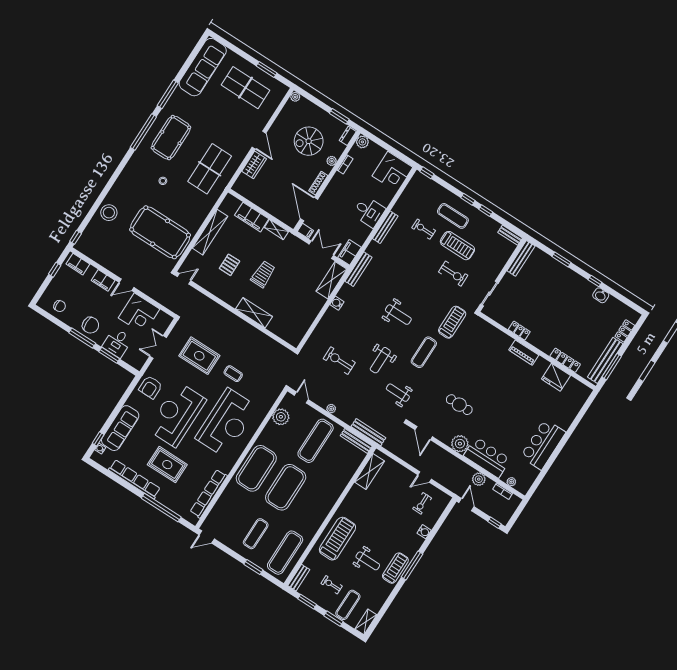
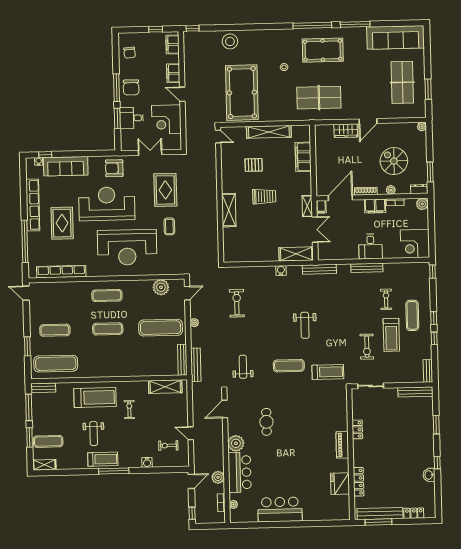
shelving: (276, 230) -> (307, 206), moved
filing cabinet: (349, 252) -> (375, 206), moved, turned 180
weight bench: (380, 360) -> (259, 335), removed
exercise mat: (256, 468) -> (107, 296), width x0.50, depth x0.69
exercise mat: (286, 487) -> (108, 329), width x0.50, depth x0.69
exercise bike: (332, 585) -> (129, 410), moved
window: (307, 602) -> (29, 407), width x1.44

